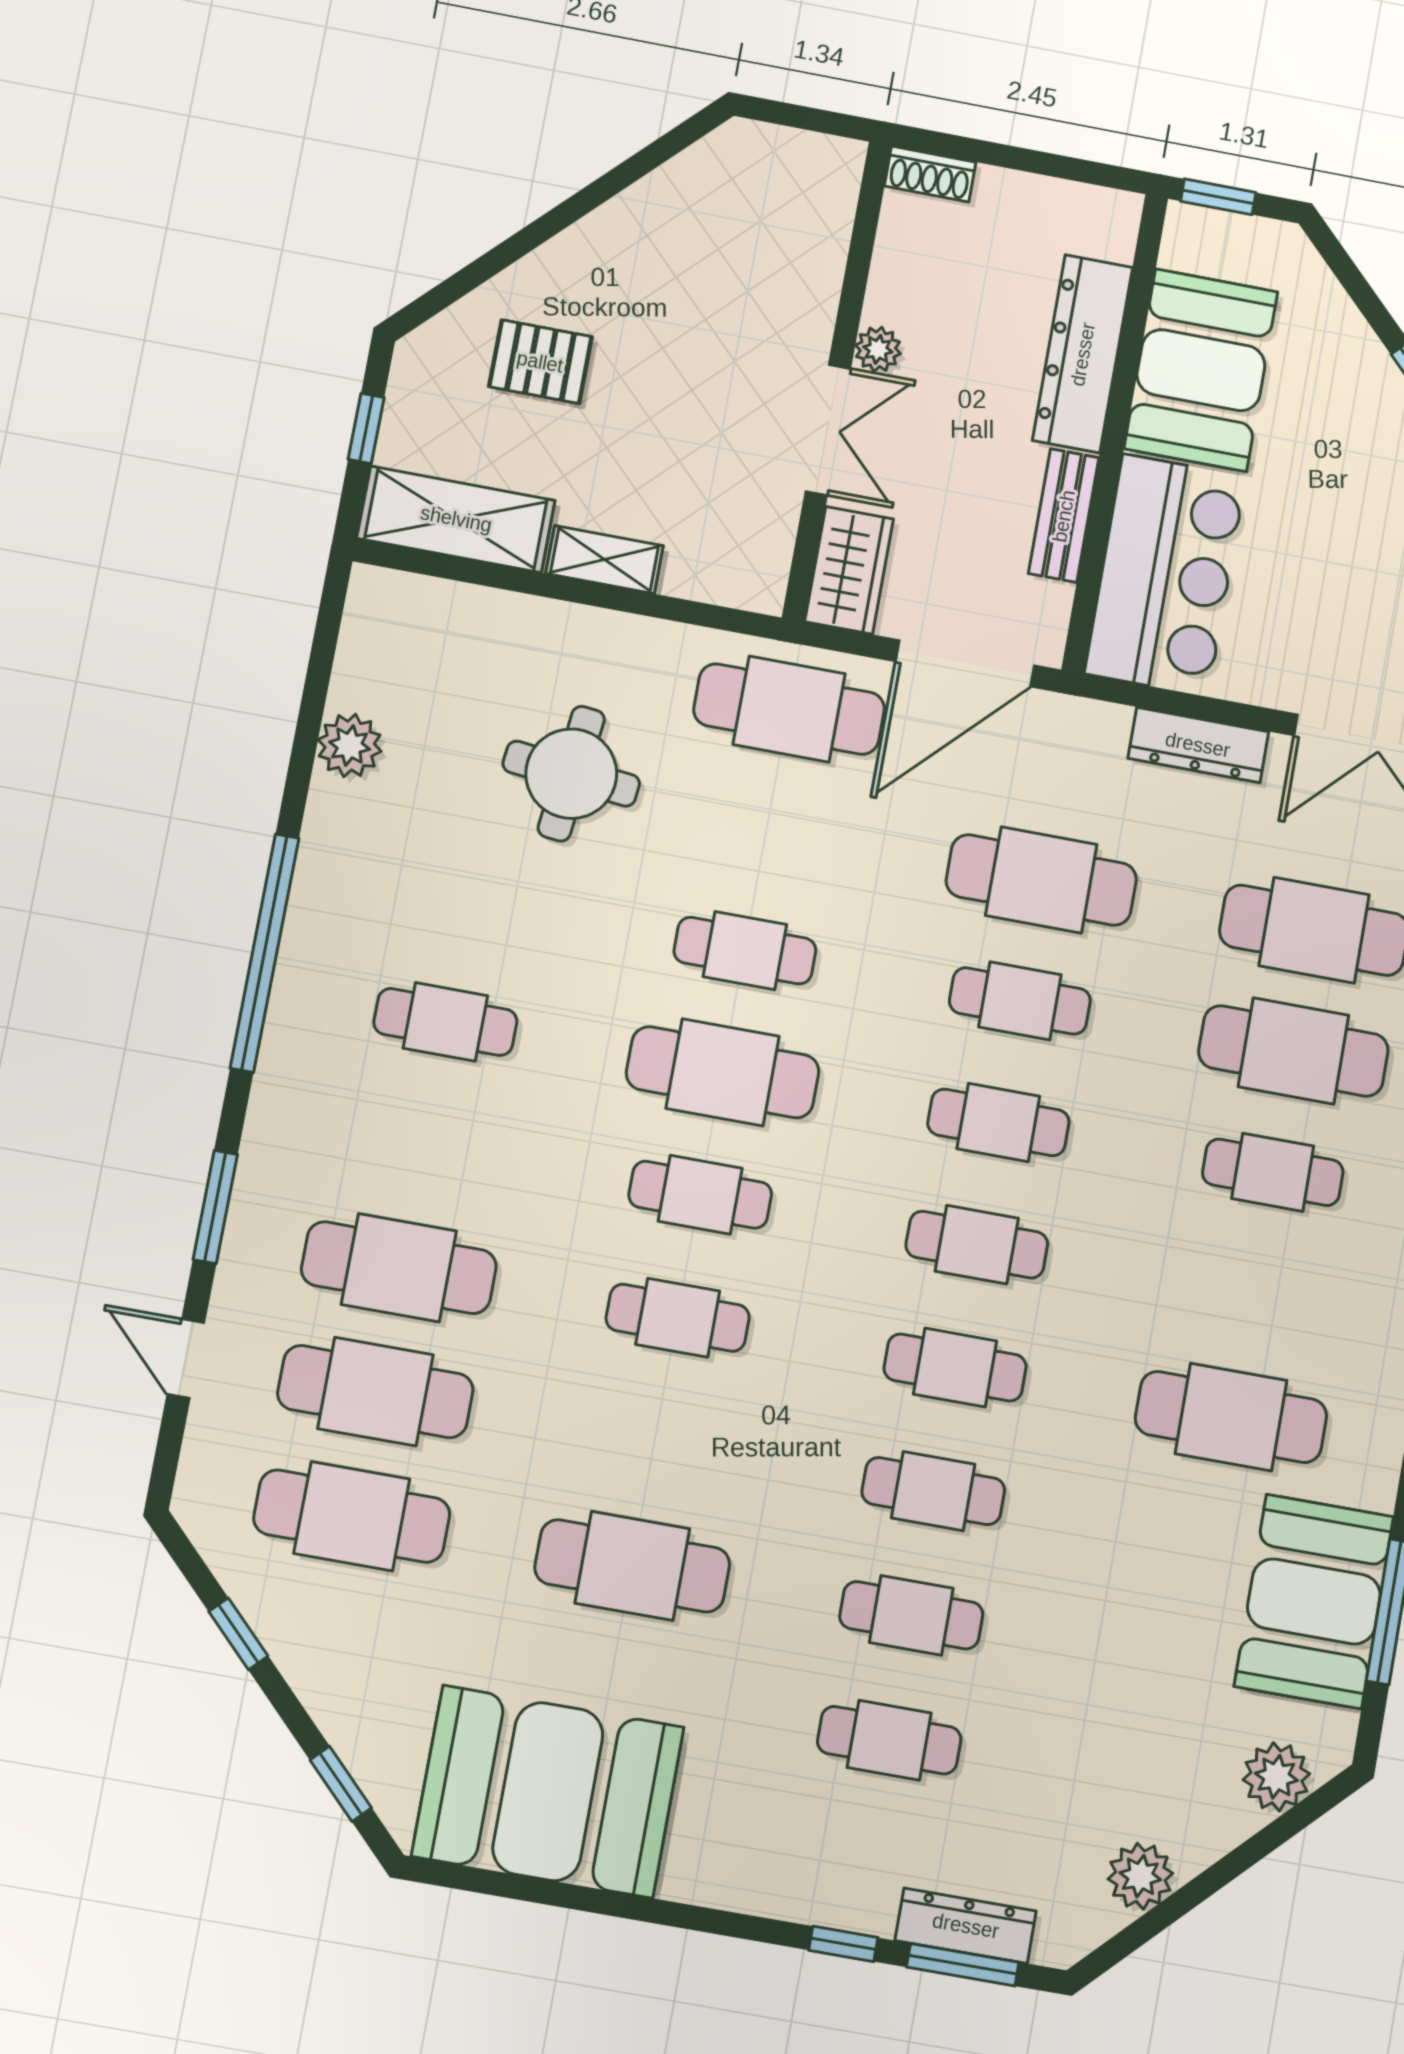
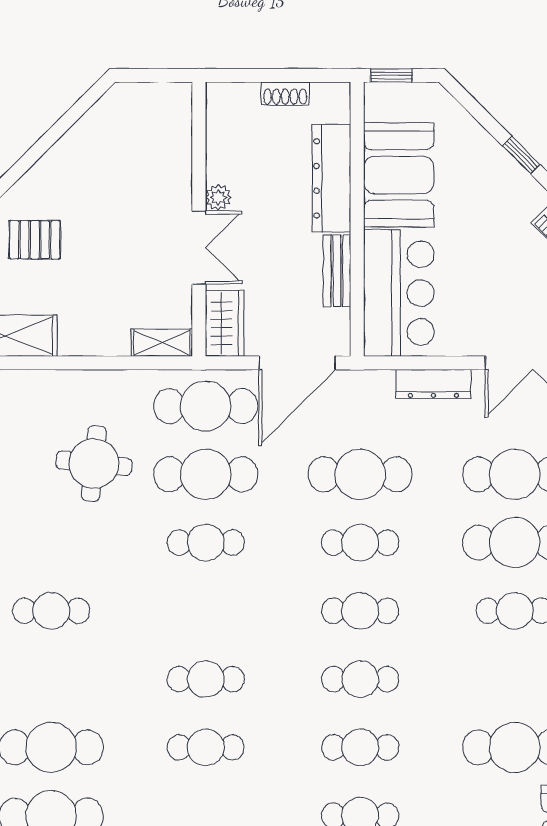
shoe rack: (930, 174) -> (285, 94), moved
shelving: (604, 560) -> (162, 343), moved
cafe table: (723, 1072) -> (206, 474), moved

